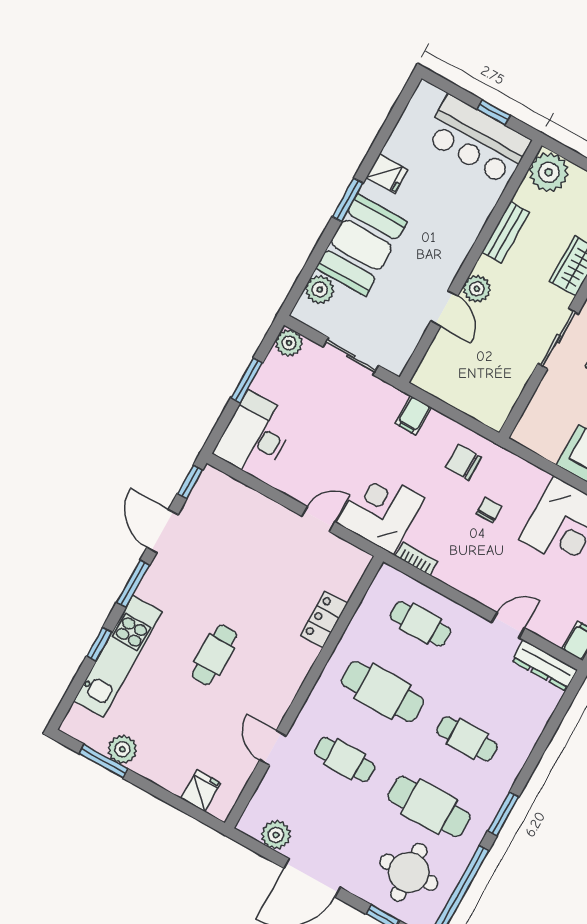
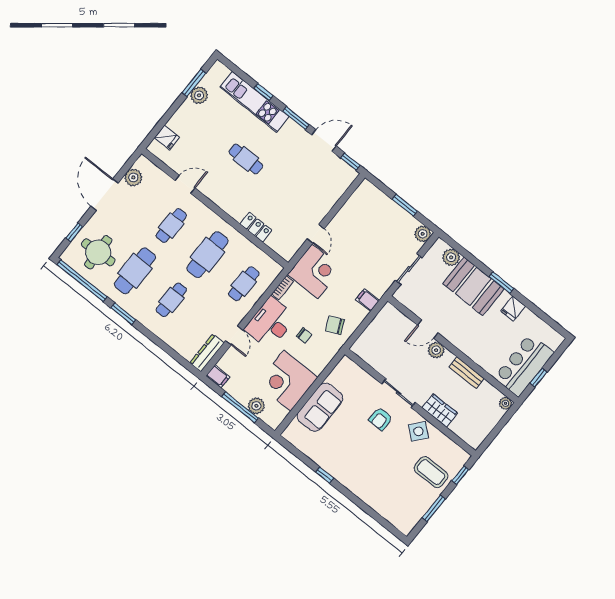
plant: (549, 172) -> (505, 403), width x0.53, depth x0.53
desk: (255, 435) -> (270, 323), moved, turned -90
chair: (464, 462) -> (335, 325), turned -115

